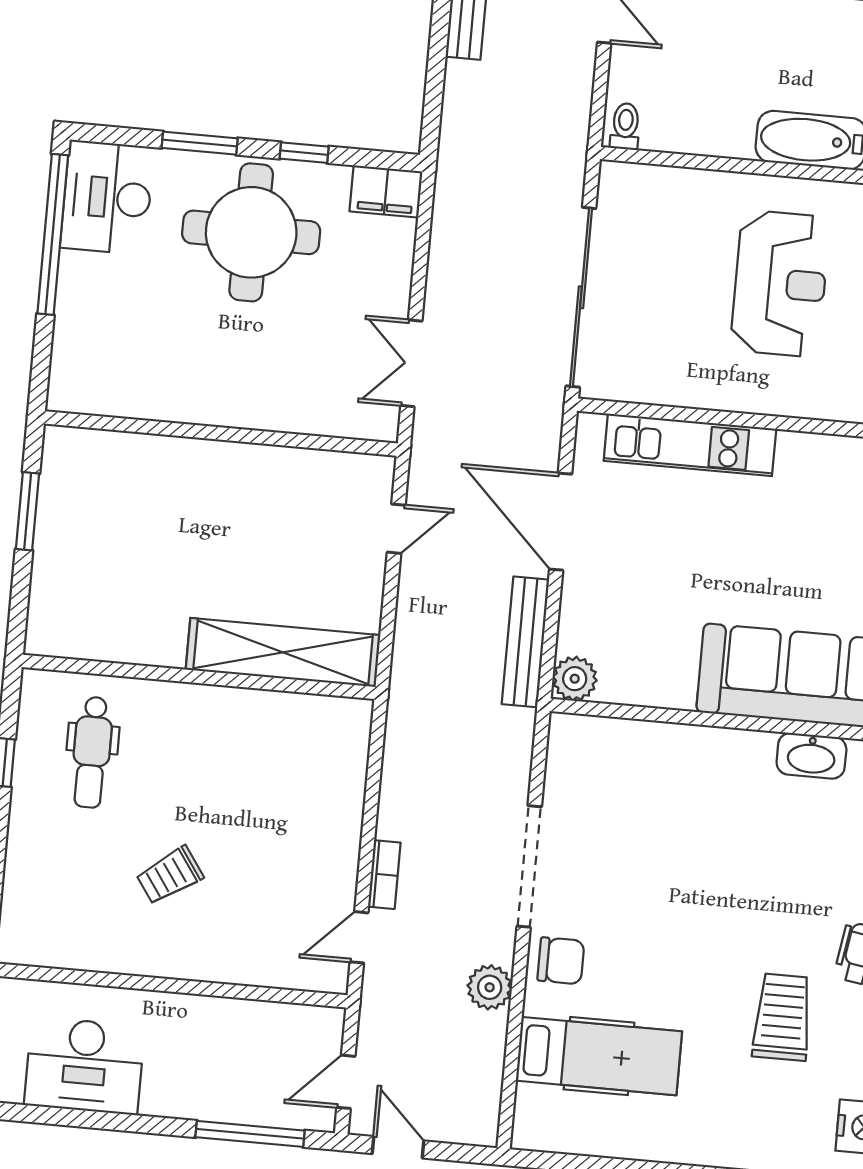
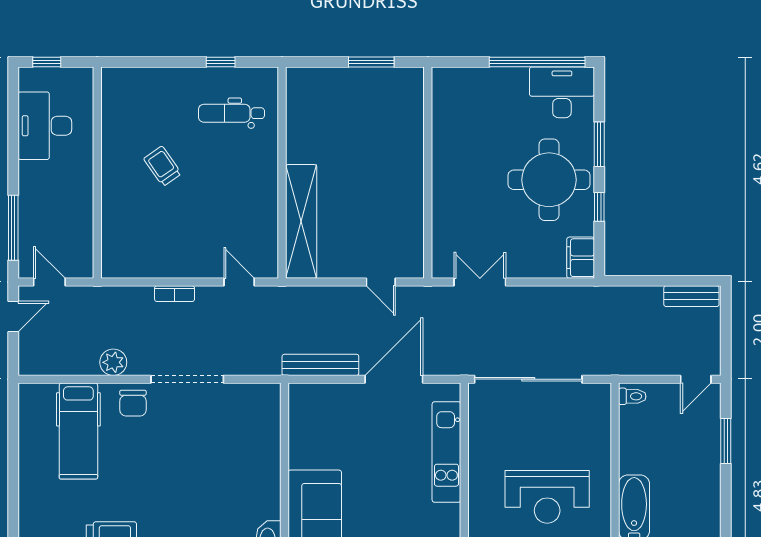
plant: (575, 679) -> (301, 396), removed
door: (359, 937) -> (239, 282), moved

